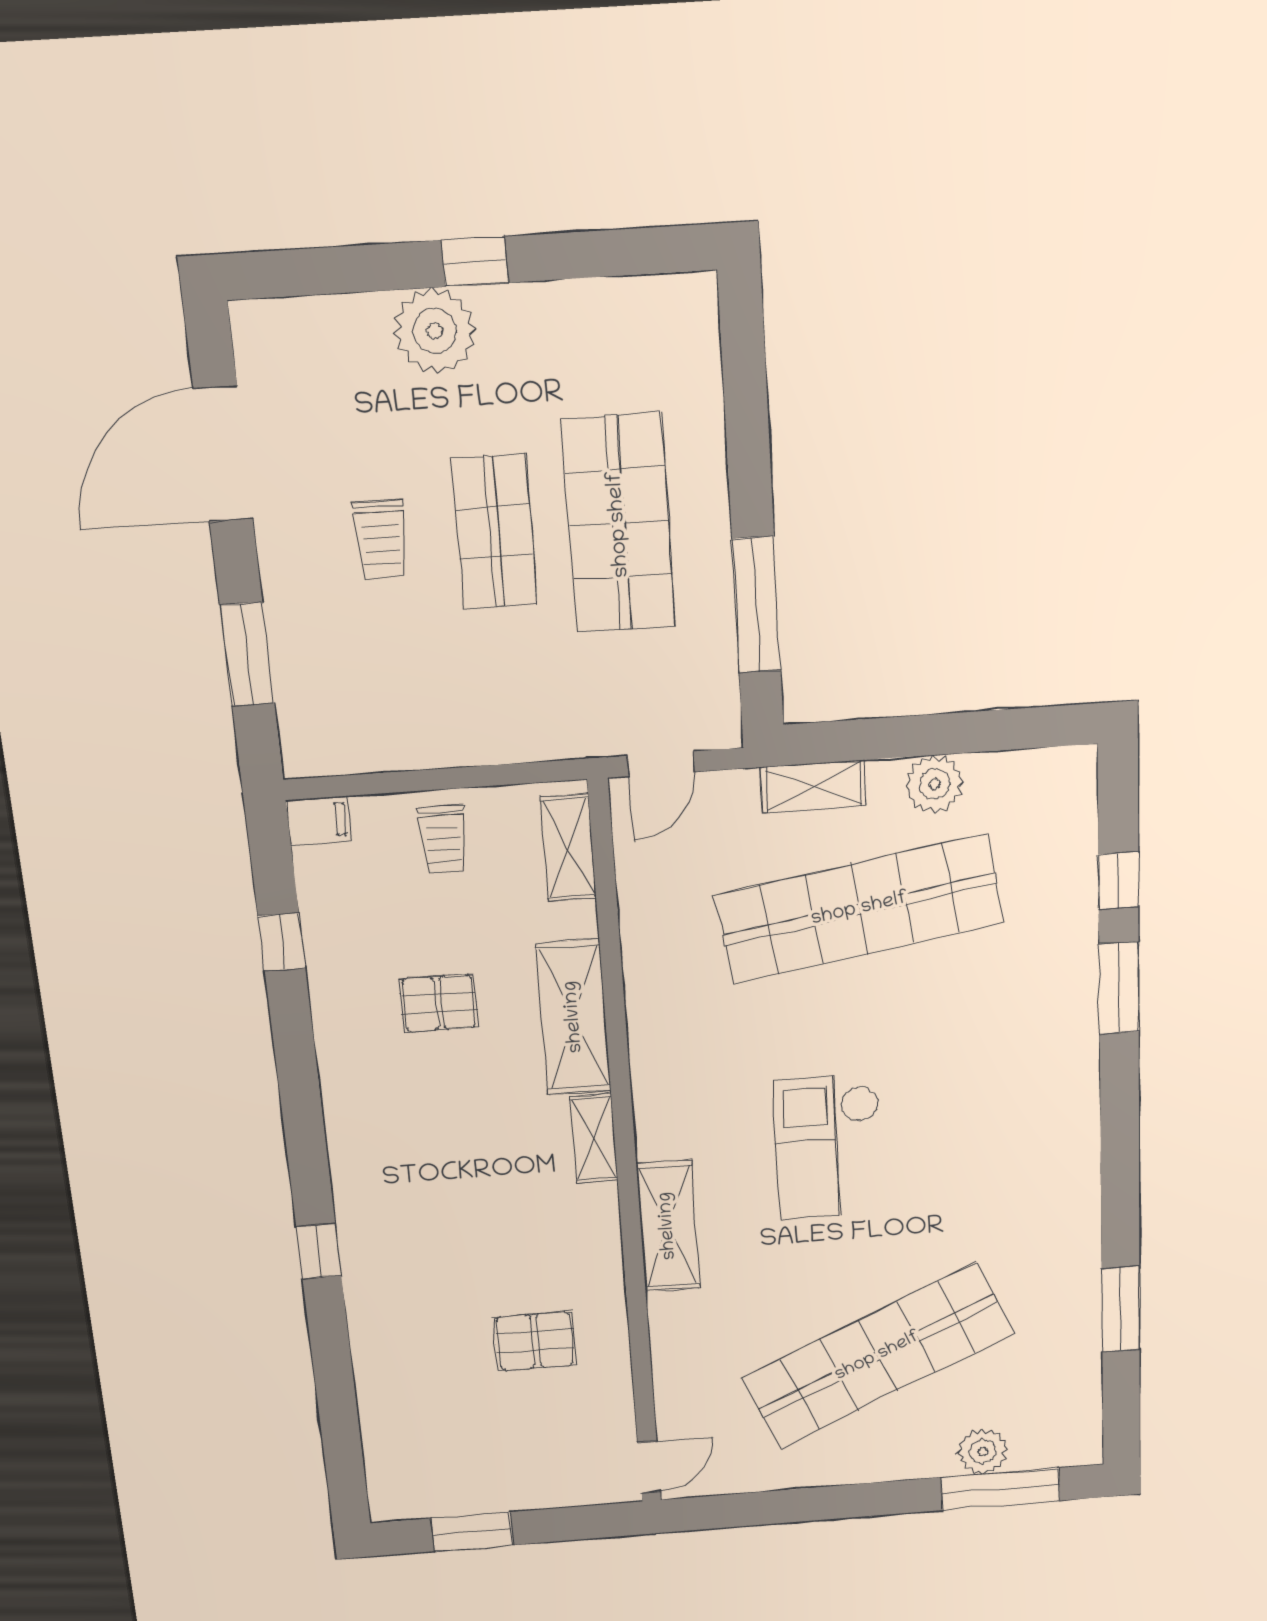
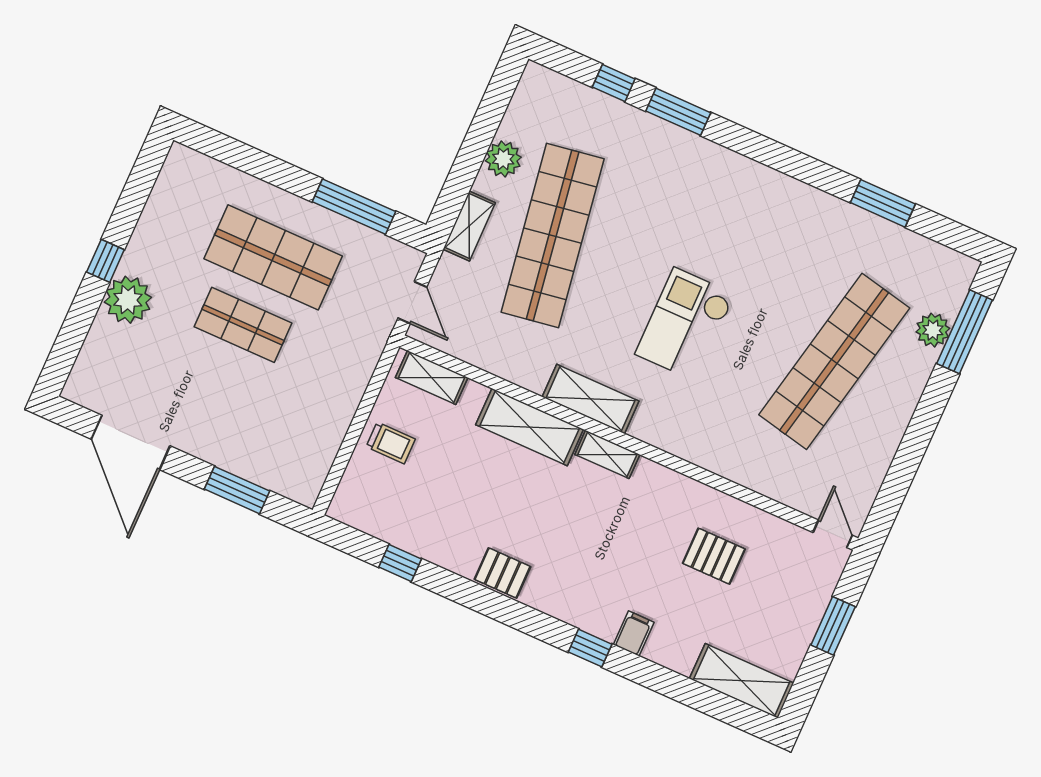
trolley: (381, 539) -> (216, 386), removed
filing cabinet: (319, 820) -> (634, 633), moved
pallet: (439, 1003) -> (503, 573), moved, turned 90
checkout: (828, 1147) -> (685, 324), turned 90
shelving: (668, 1226) -> (591, 399), moved
pallet: (535, 1341) -> (714, 556), turned 90
shop shelf: (878, 1356) -> (834, 361), turned 36
shelving: (392, 1457) -> (742, 681), added
window: (472, 1532) -> (833, 626), moved

